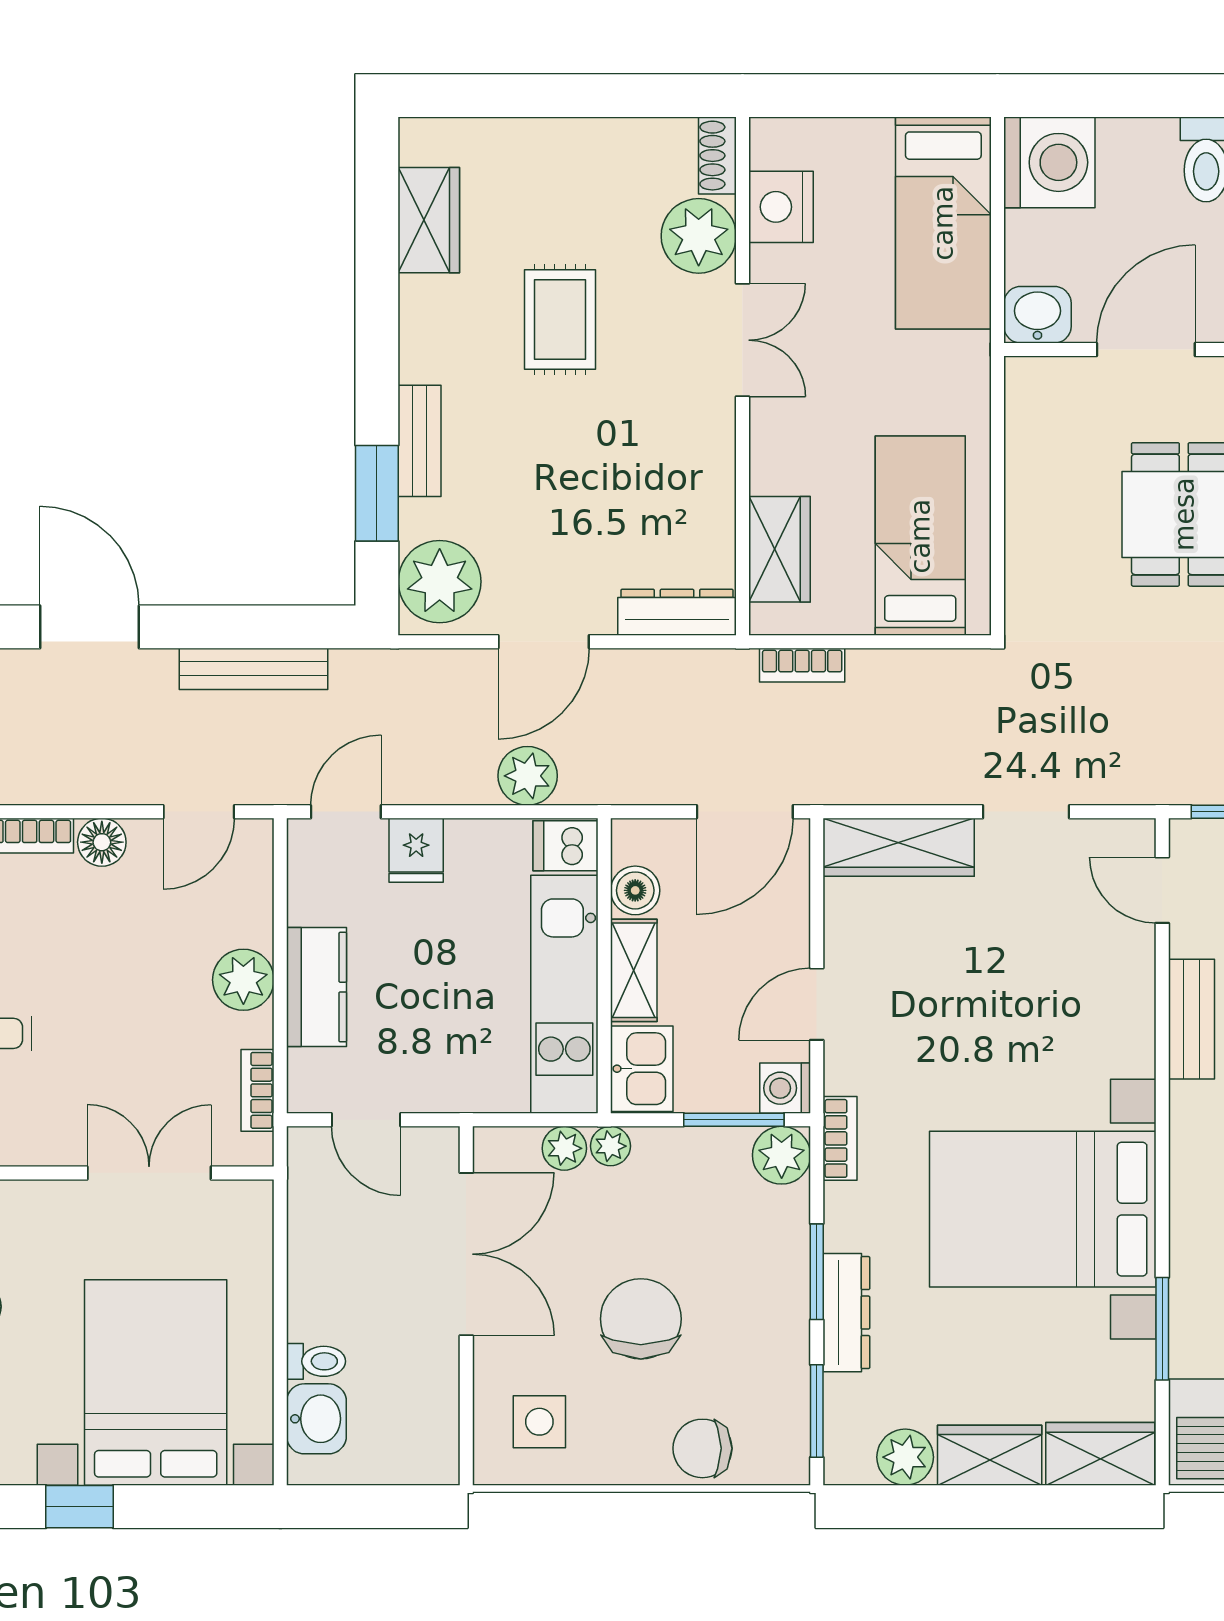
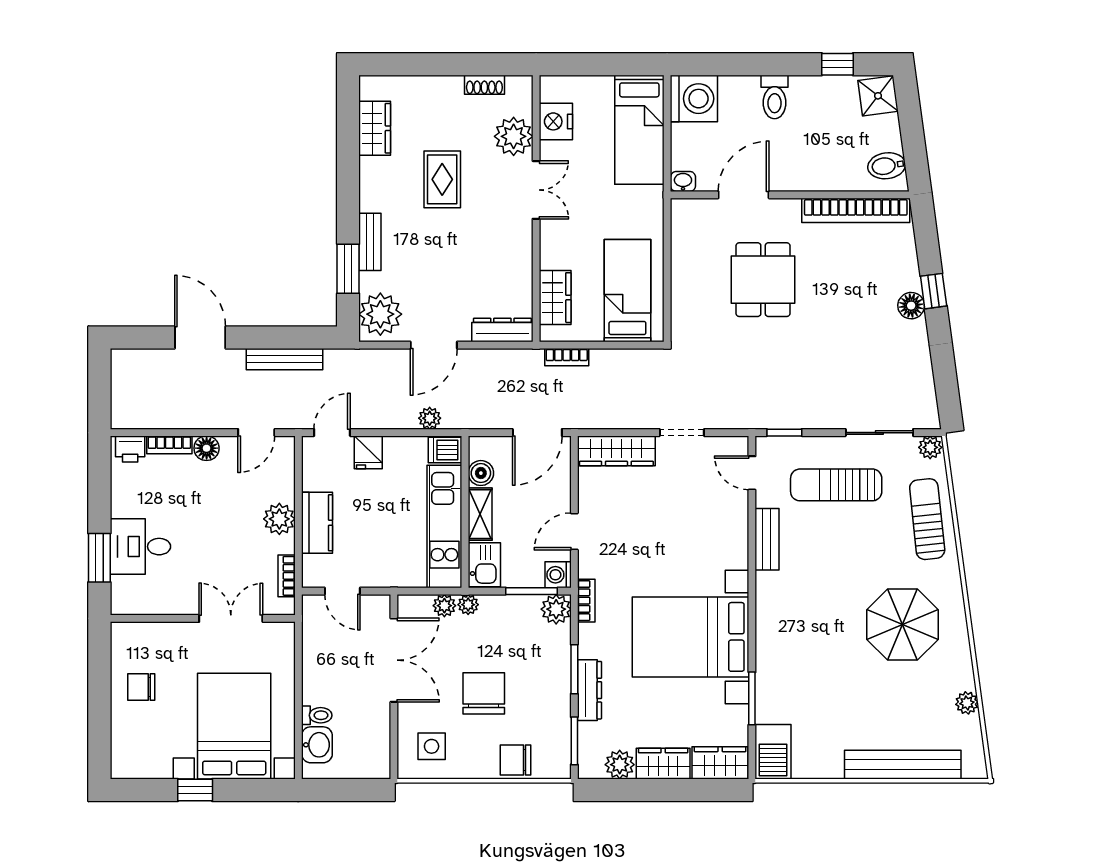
shoe rack: (717, 156) -> (484, 85), moved, turned -90
washbasin: (1037, 315) -> (683, 181), width x0.72, depth x0.69
plant: (528, 776) -> (430, 418), width x0.73, depth x0.73

